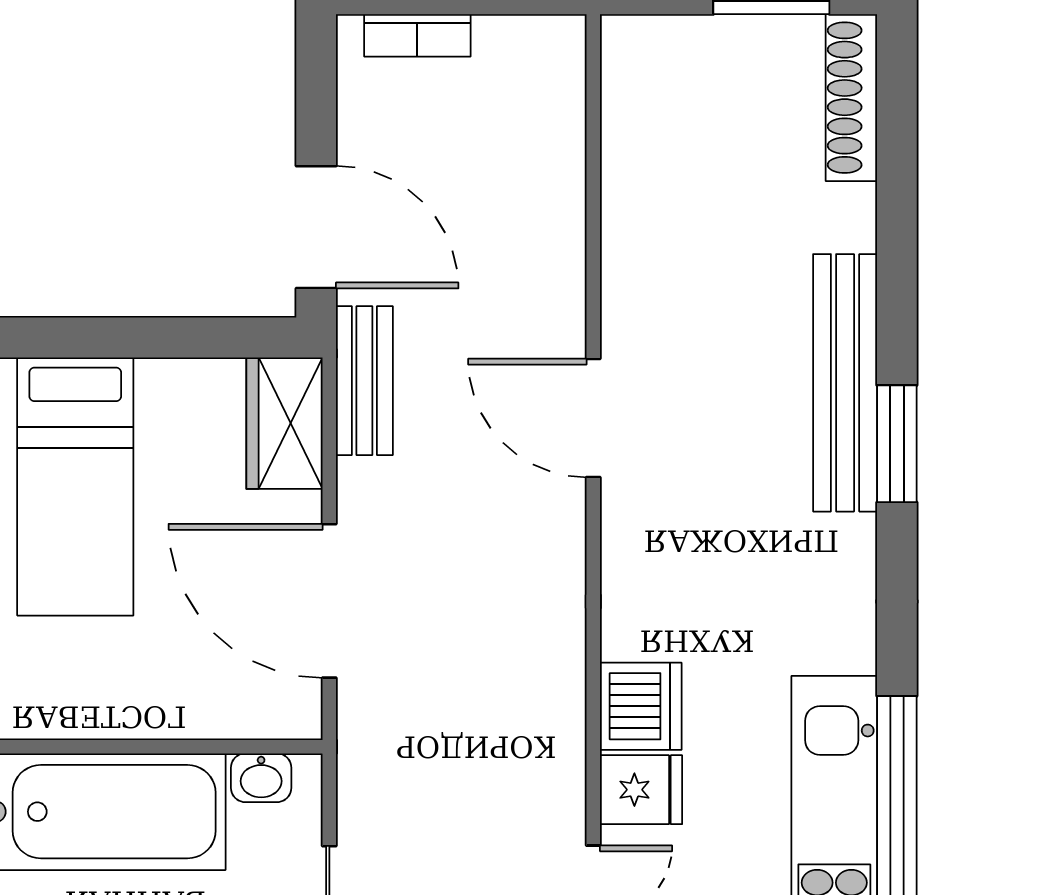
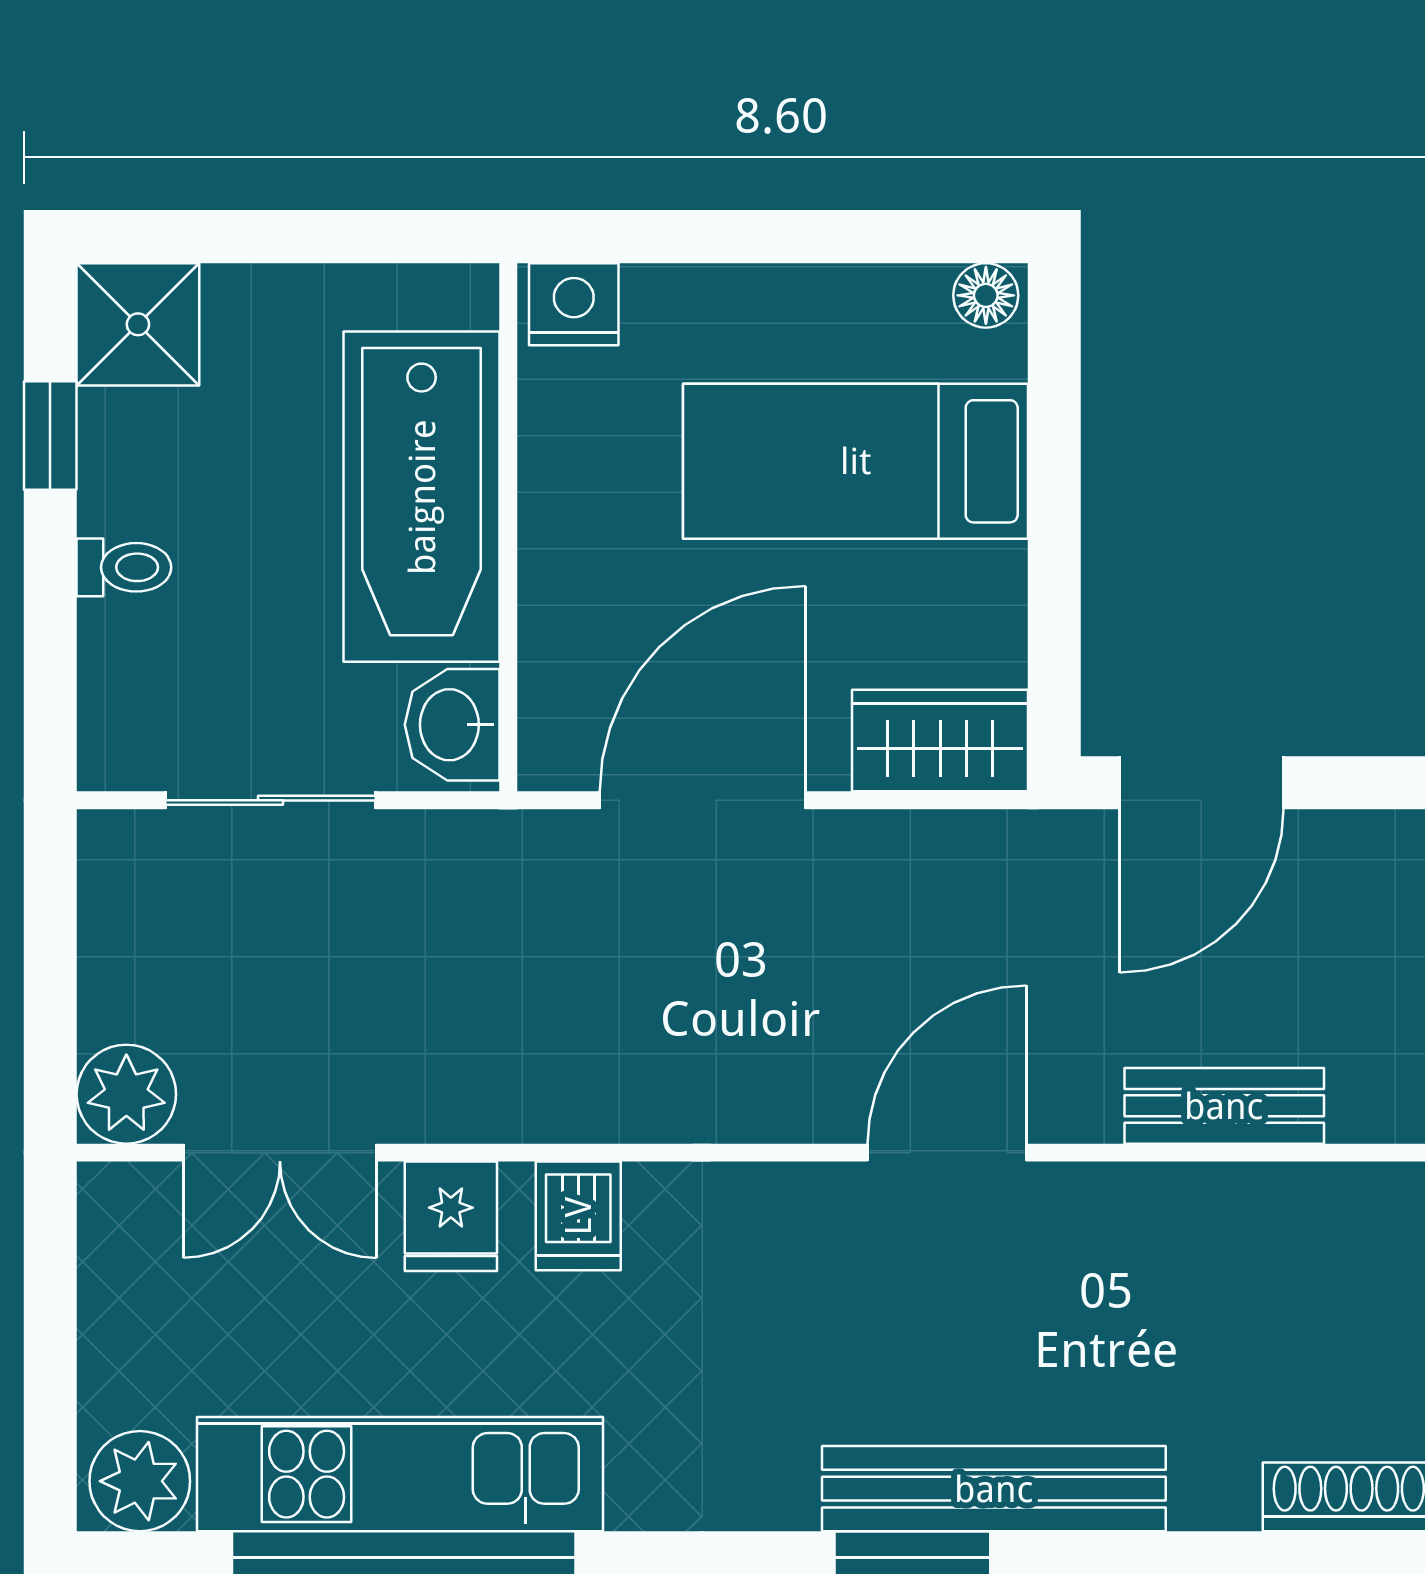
bench: (364, 381) -> (1224, 1106), moved
dishwasher: (641, 706) -> (578, 1216), width x0.73
washbasin: (261, 778) -> (452, 725), width x1.38, depth x1.45

